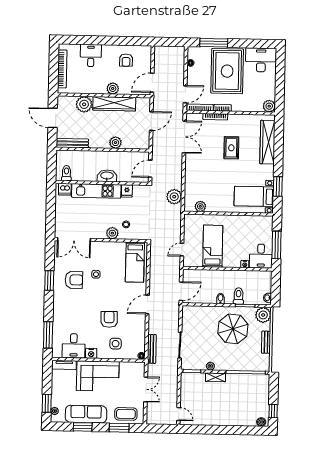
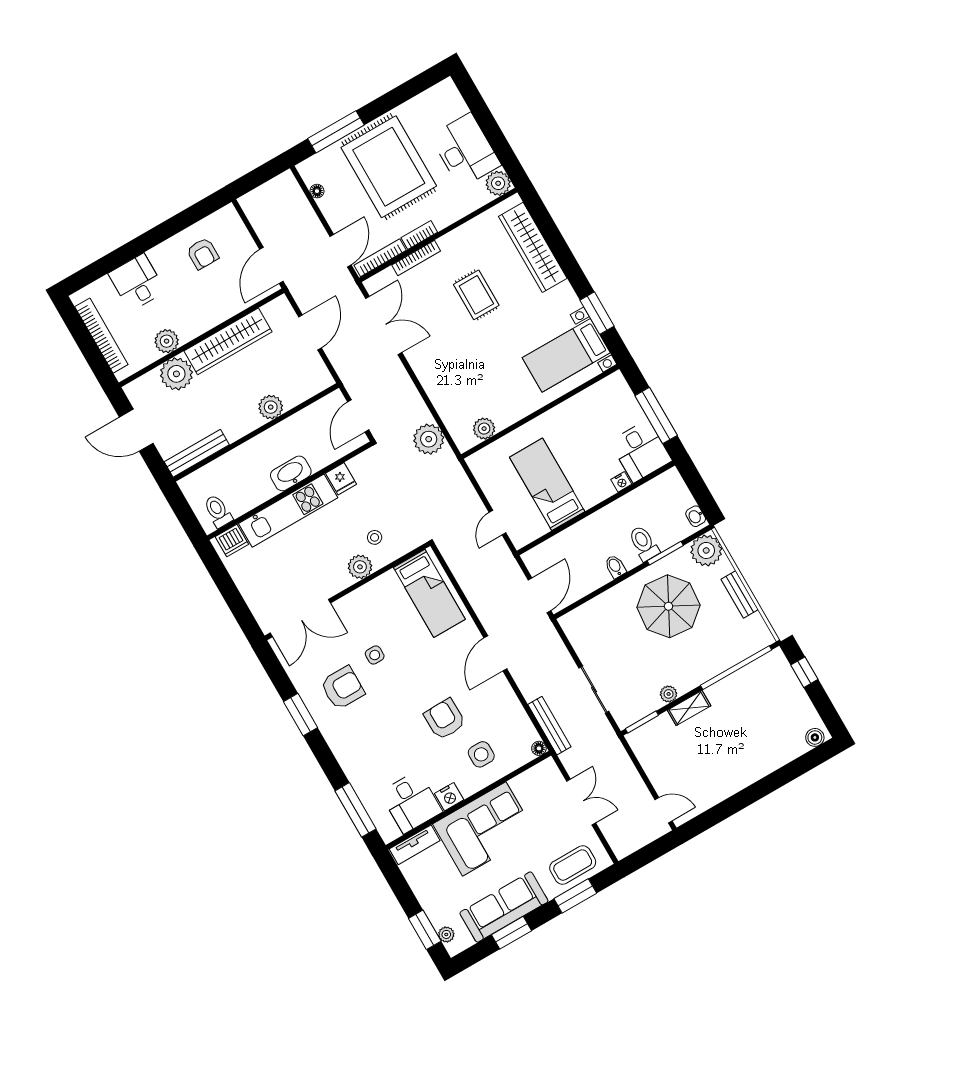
desk: (261, 60) -> (465, 150), moved, turned 90
plant: (113, 88) -> (167, 341), moved
window: (273, 411) -> (804, 672), moved

